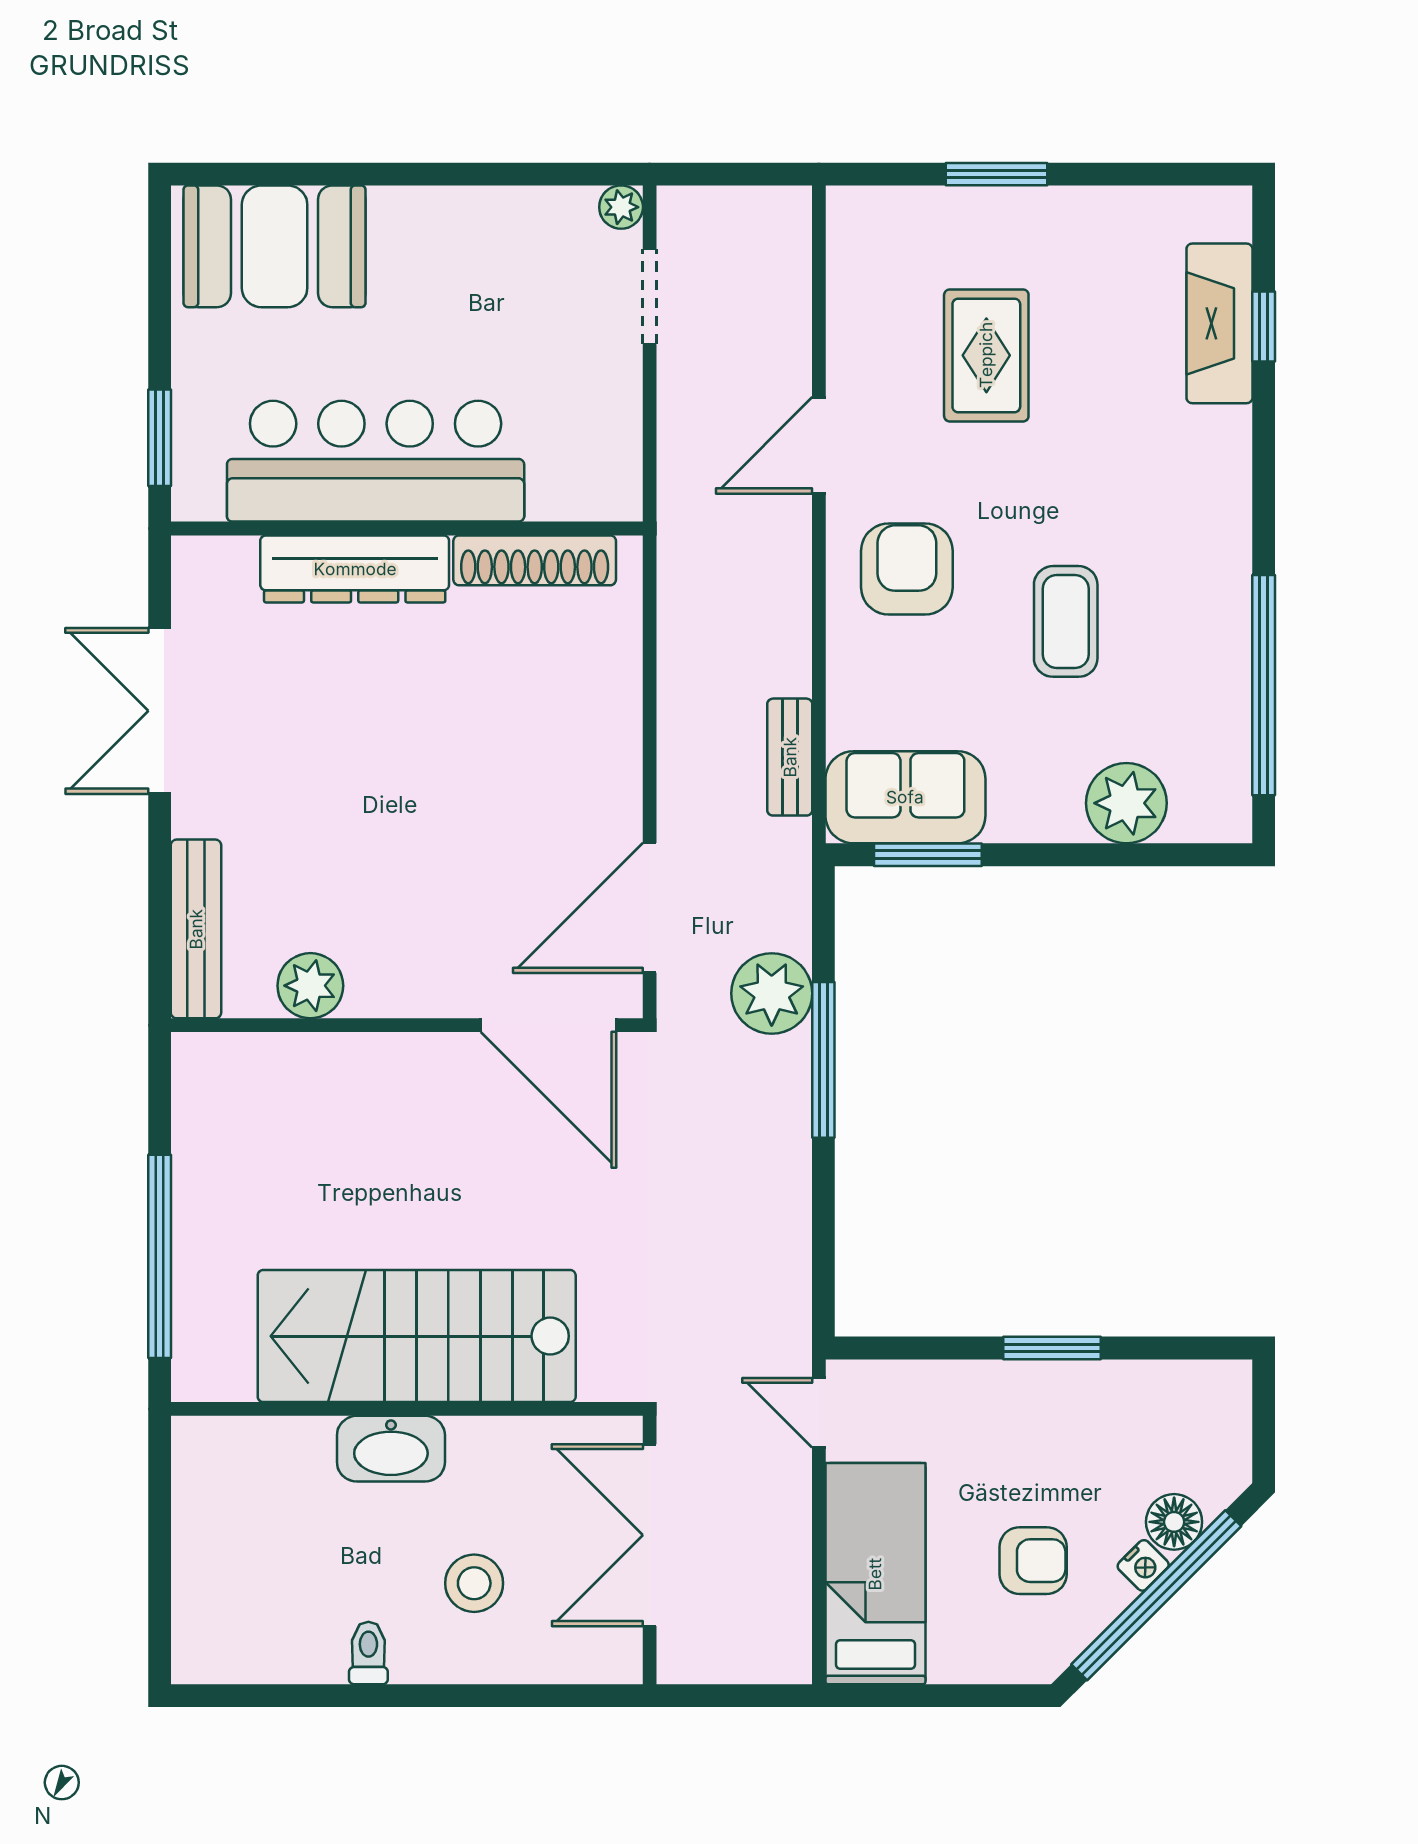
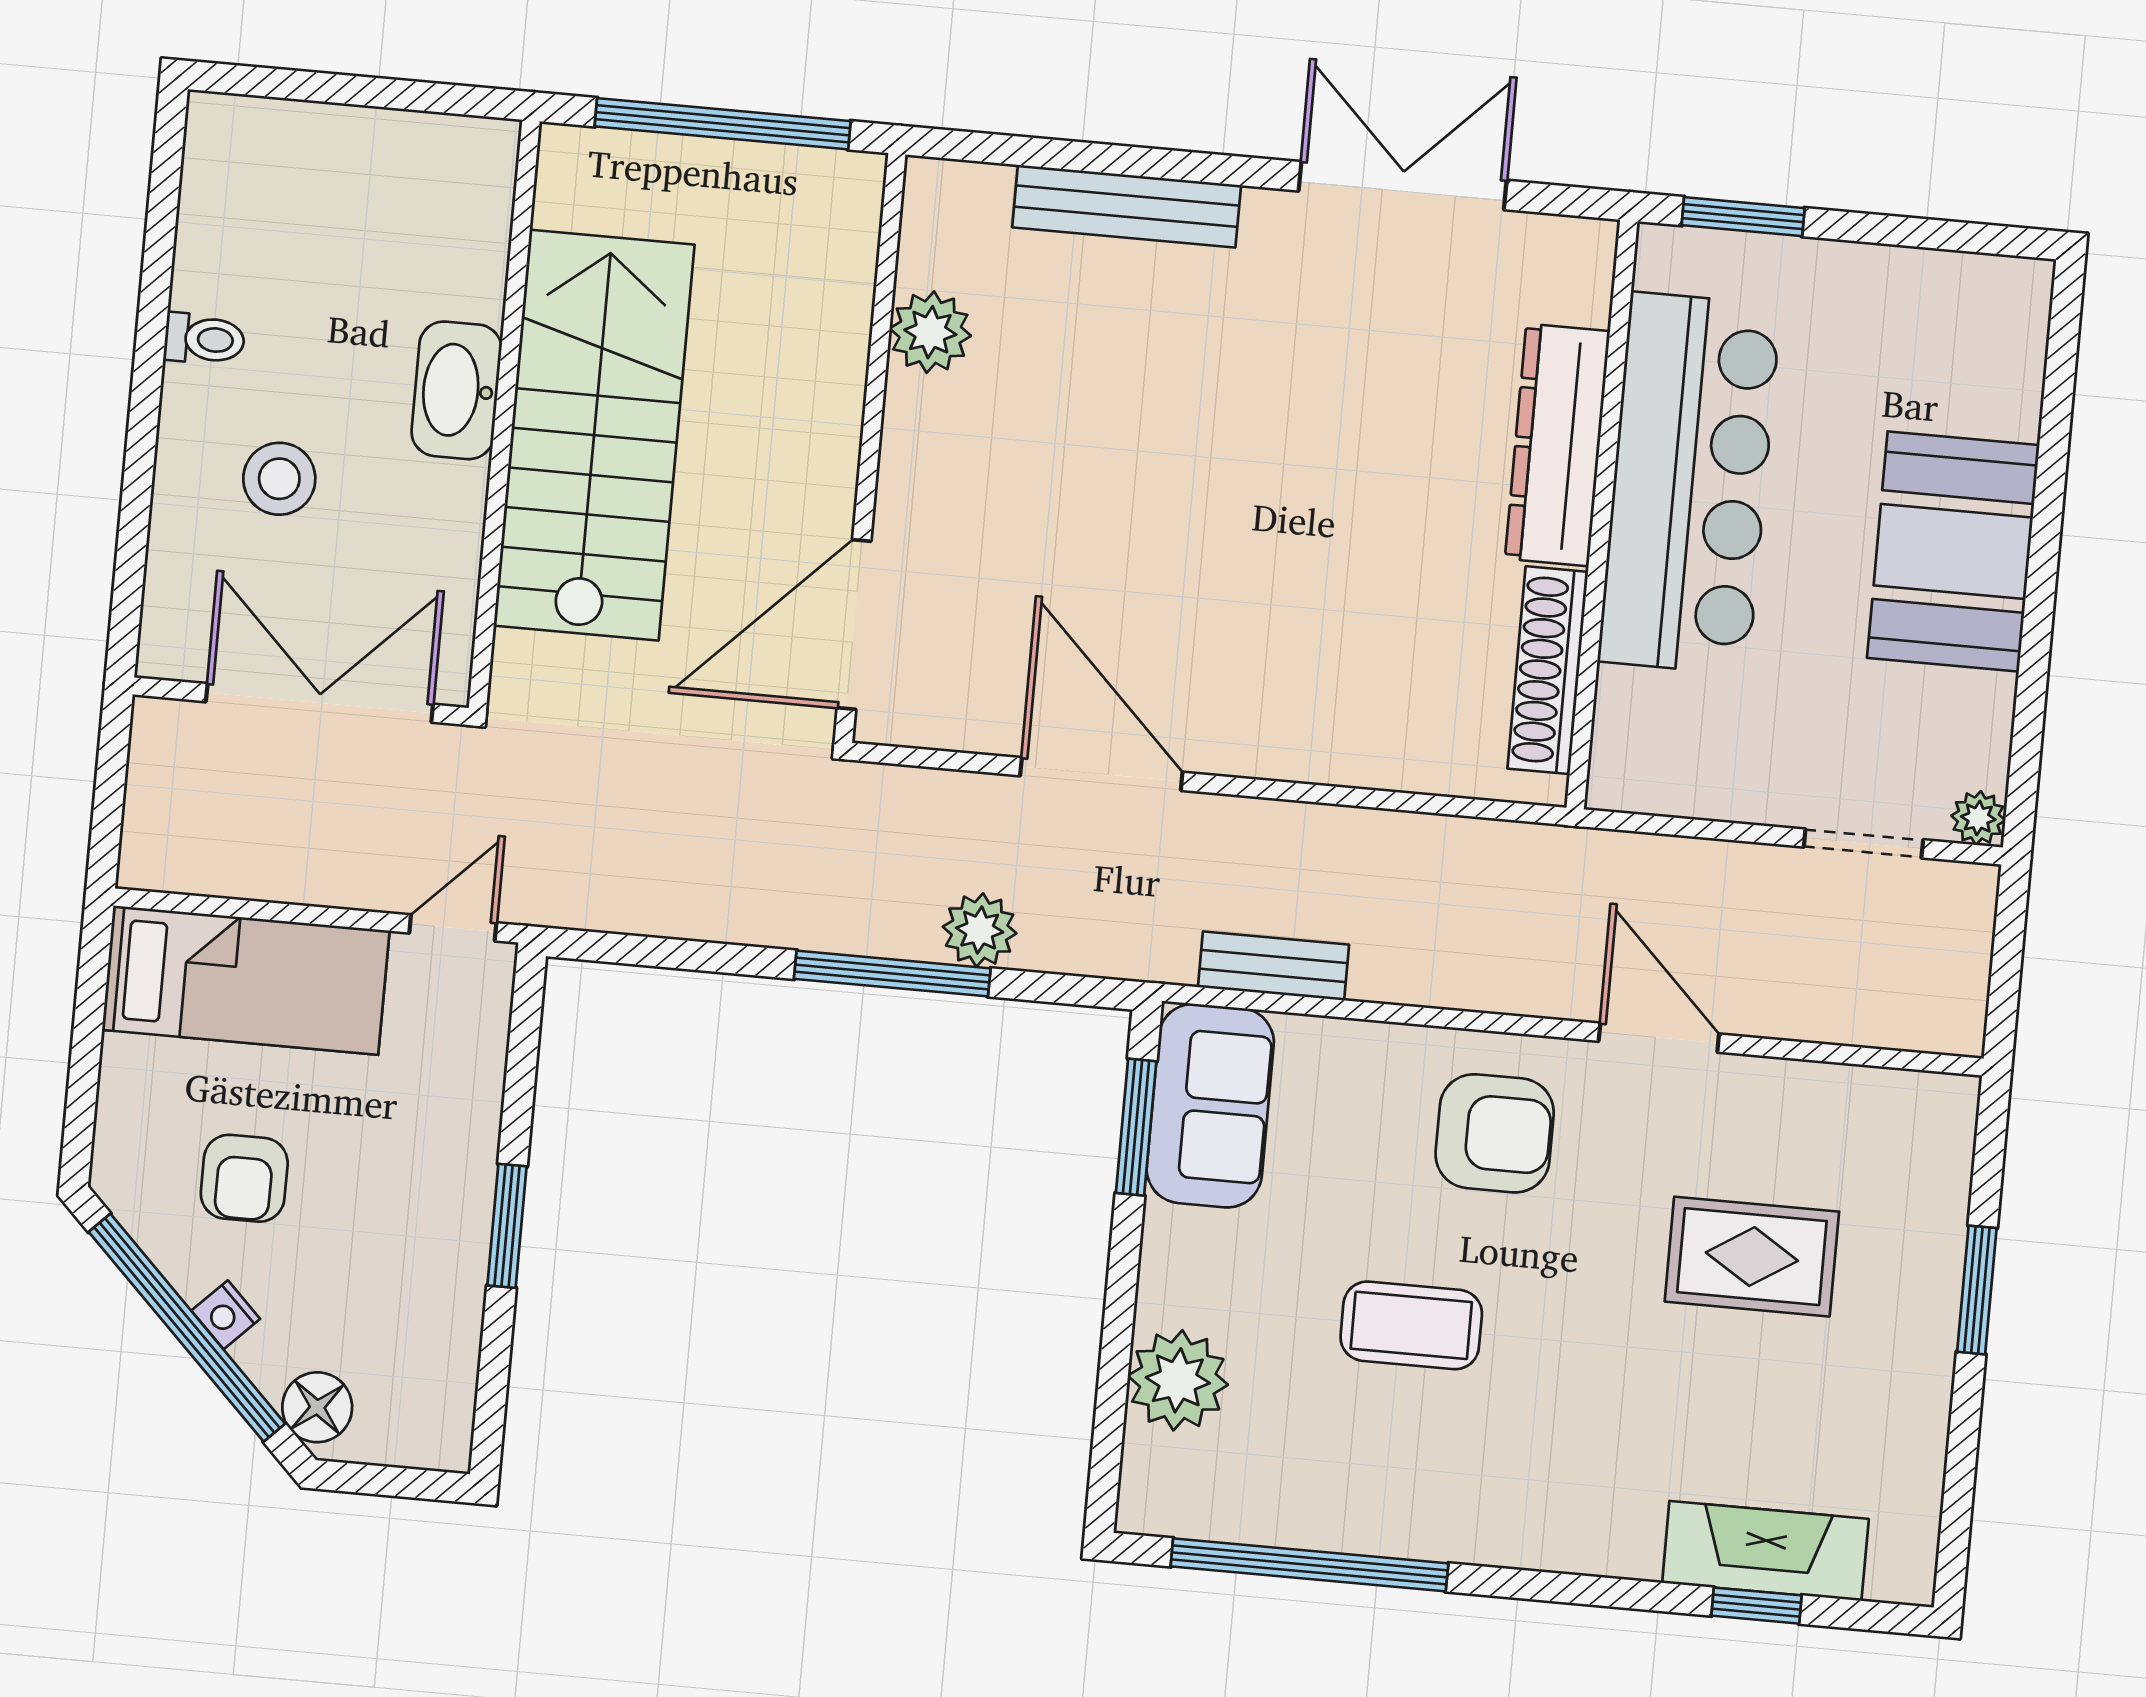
booth: (275, 246) -> (1953, 552), moved
plant: (310, 986) -> (930, 332), moved
plant: (772, 993) -> (980, 930), width x0.73, depth x0.73
wall: (407, 1025) -> (870, 448), moved
door: (549, 1025) -> (854, 625), moved
floor lamp: (1174, 1522) -> (317, 1407), moved

